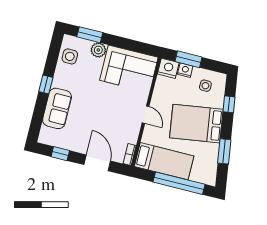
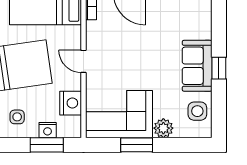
window: (90, 35) -> (137, 145), moved
nightstand: (168, 68) -> (71, 103), moved, turned -90
sofa: (57, 108) -> (197, 66), moved

